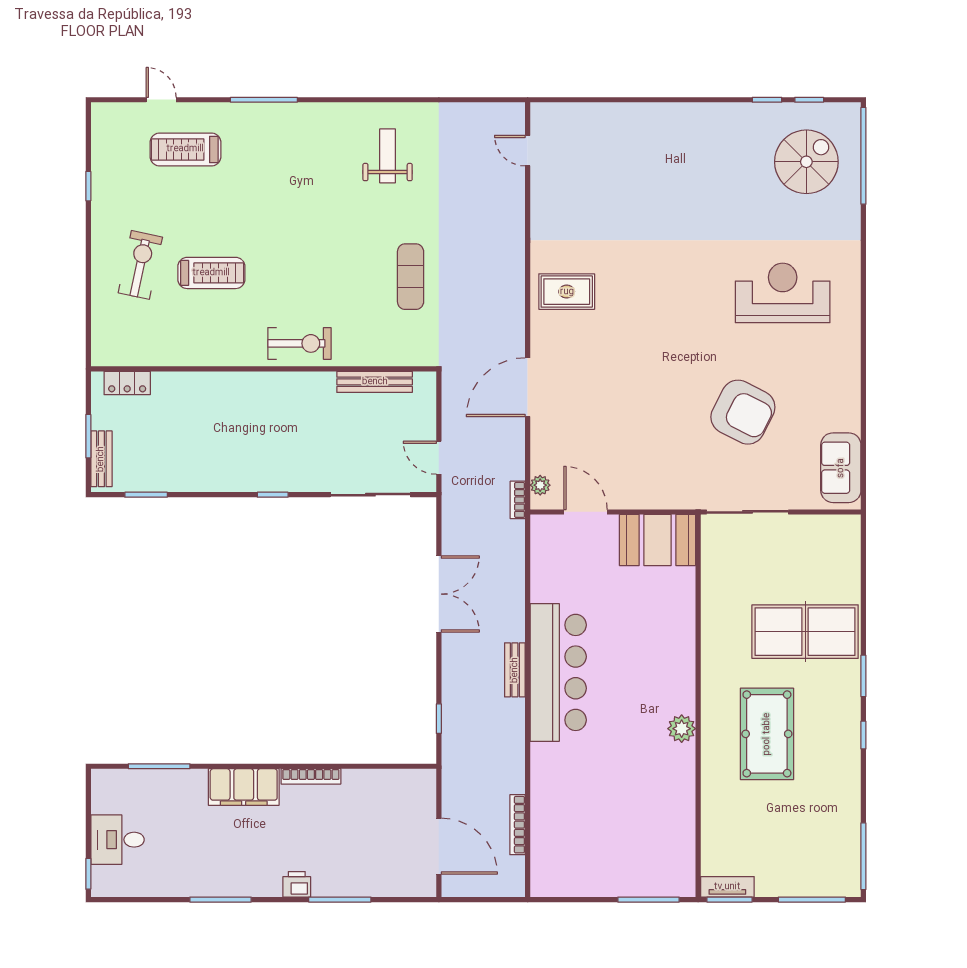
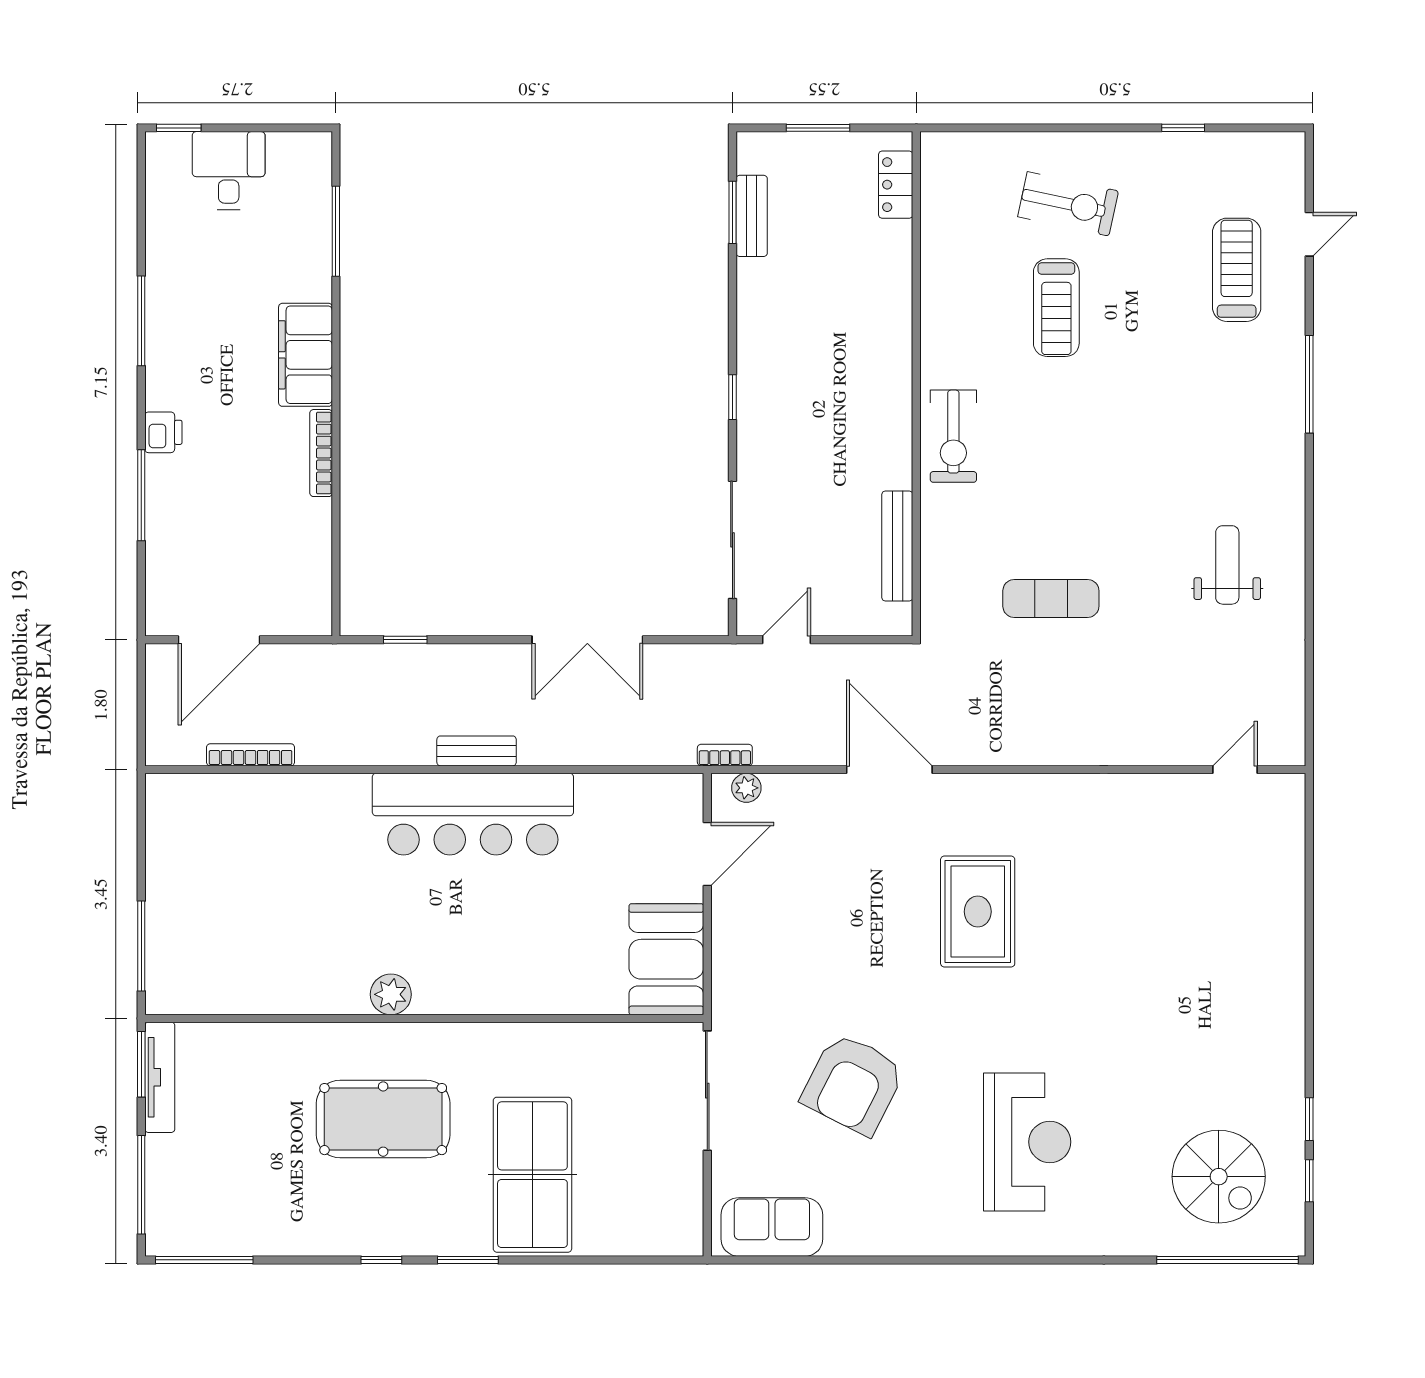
weight bench: (388, 156) -> (1227, 565), turned -90
rug: (567, 292) -> (978, 912), moved, width x1.36, depth x1.43
bench: (101, 459) -> (752, 216), moved, turned 90
tv unit: (727, 887) -> (160, 1077), width x1.41

